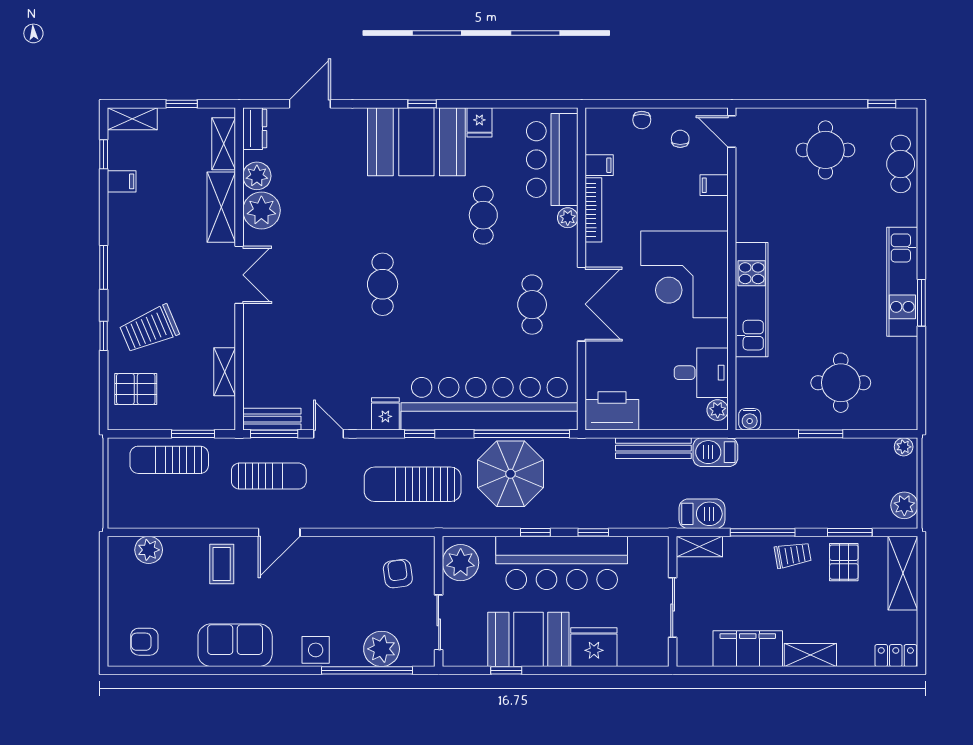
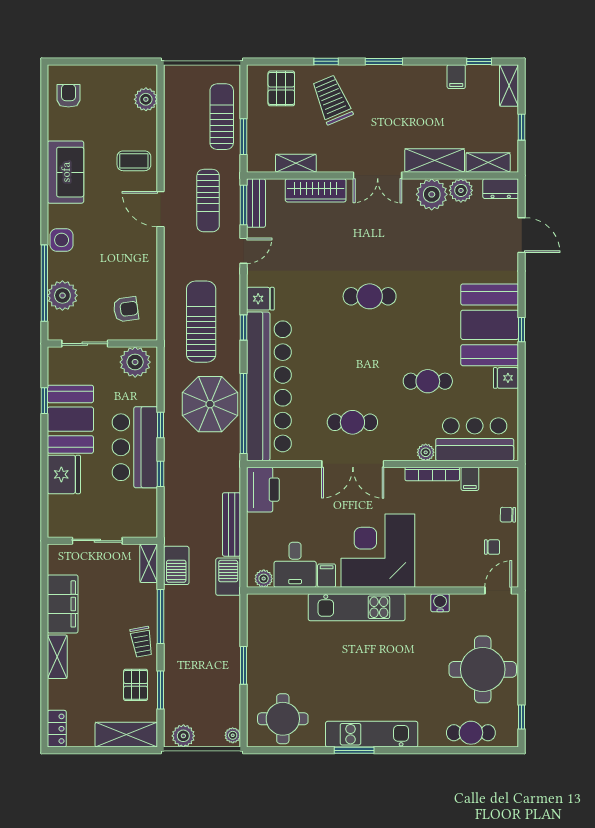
round table: (825, 150) -> (483, 669), width x1.36, depth x1.36
filing cabinet: (714, 185) -> (327, 576), moved
wardrobe: (257, 348) -> (316, 190), added
round table: (841, 383) -> (283, 719), moved
water cooler: (750, 419) -> (440, 603), moved, turned 90
pallet: (844, 562) -> (136, 685), turned 90
bar counter: (562, 563) -> (135, 447), width x0.73

